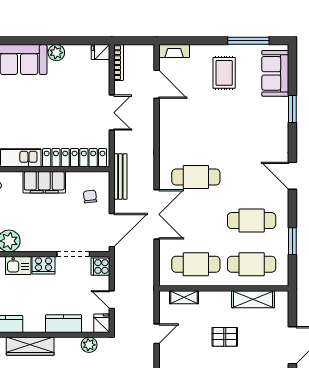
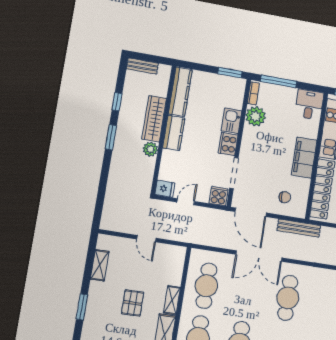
shelving: (184, 297) -> (172, 300), moved
kitchen counter: (64, 324) -> (174, 133), moved
plant: (89, 345) -> (150, 149), moved

